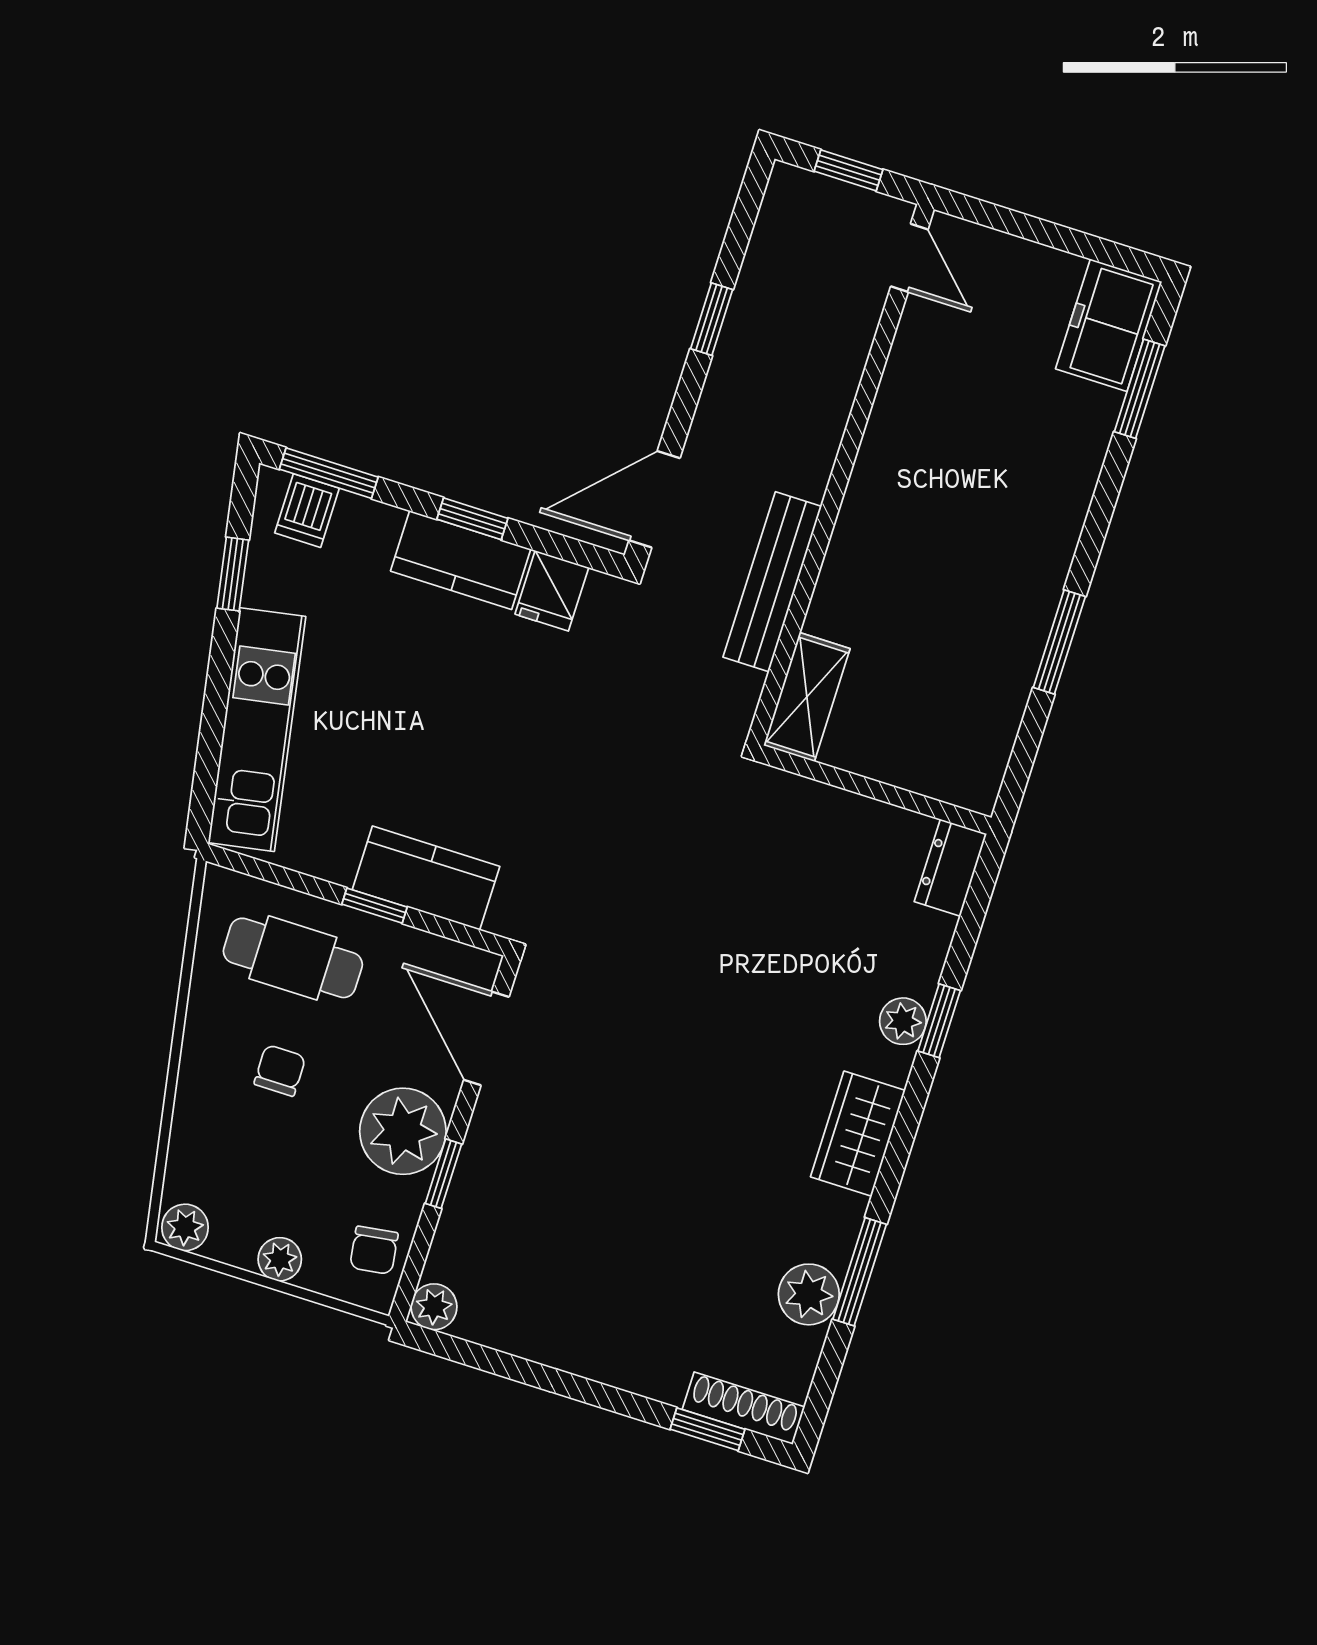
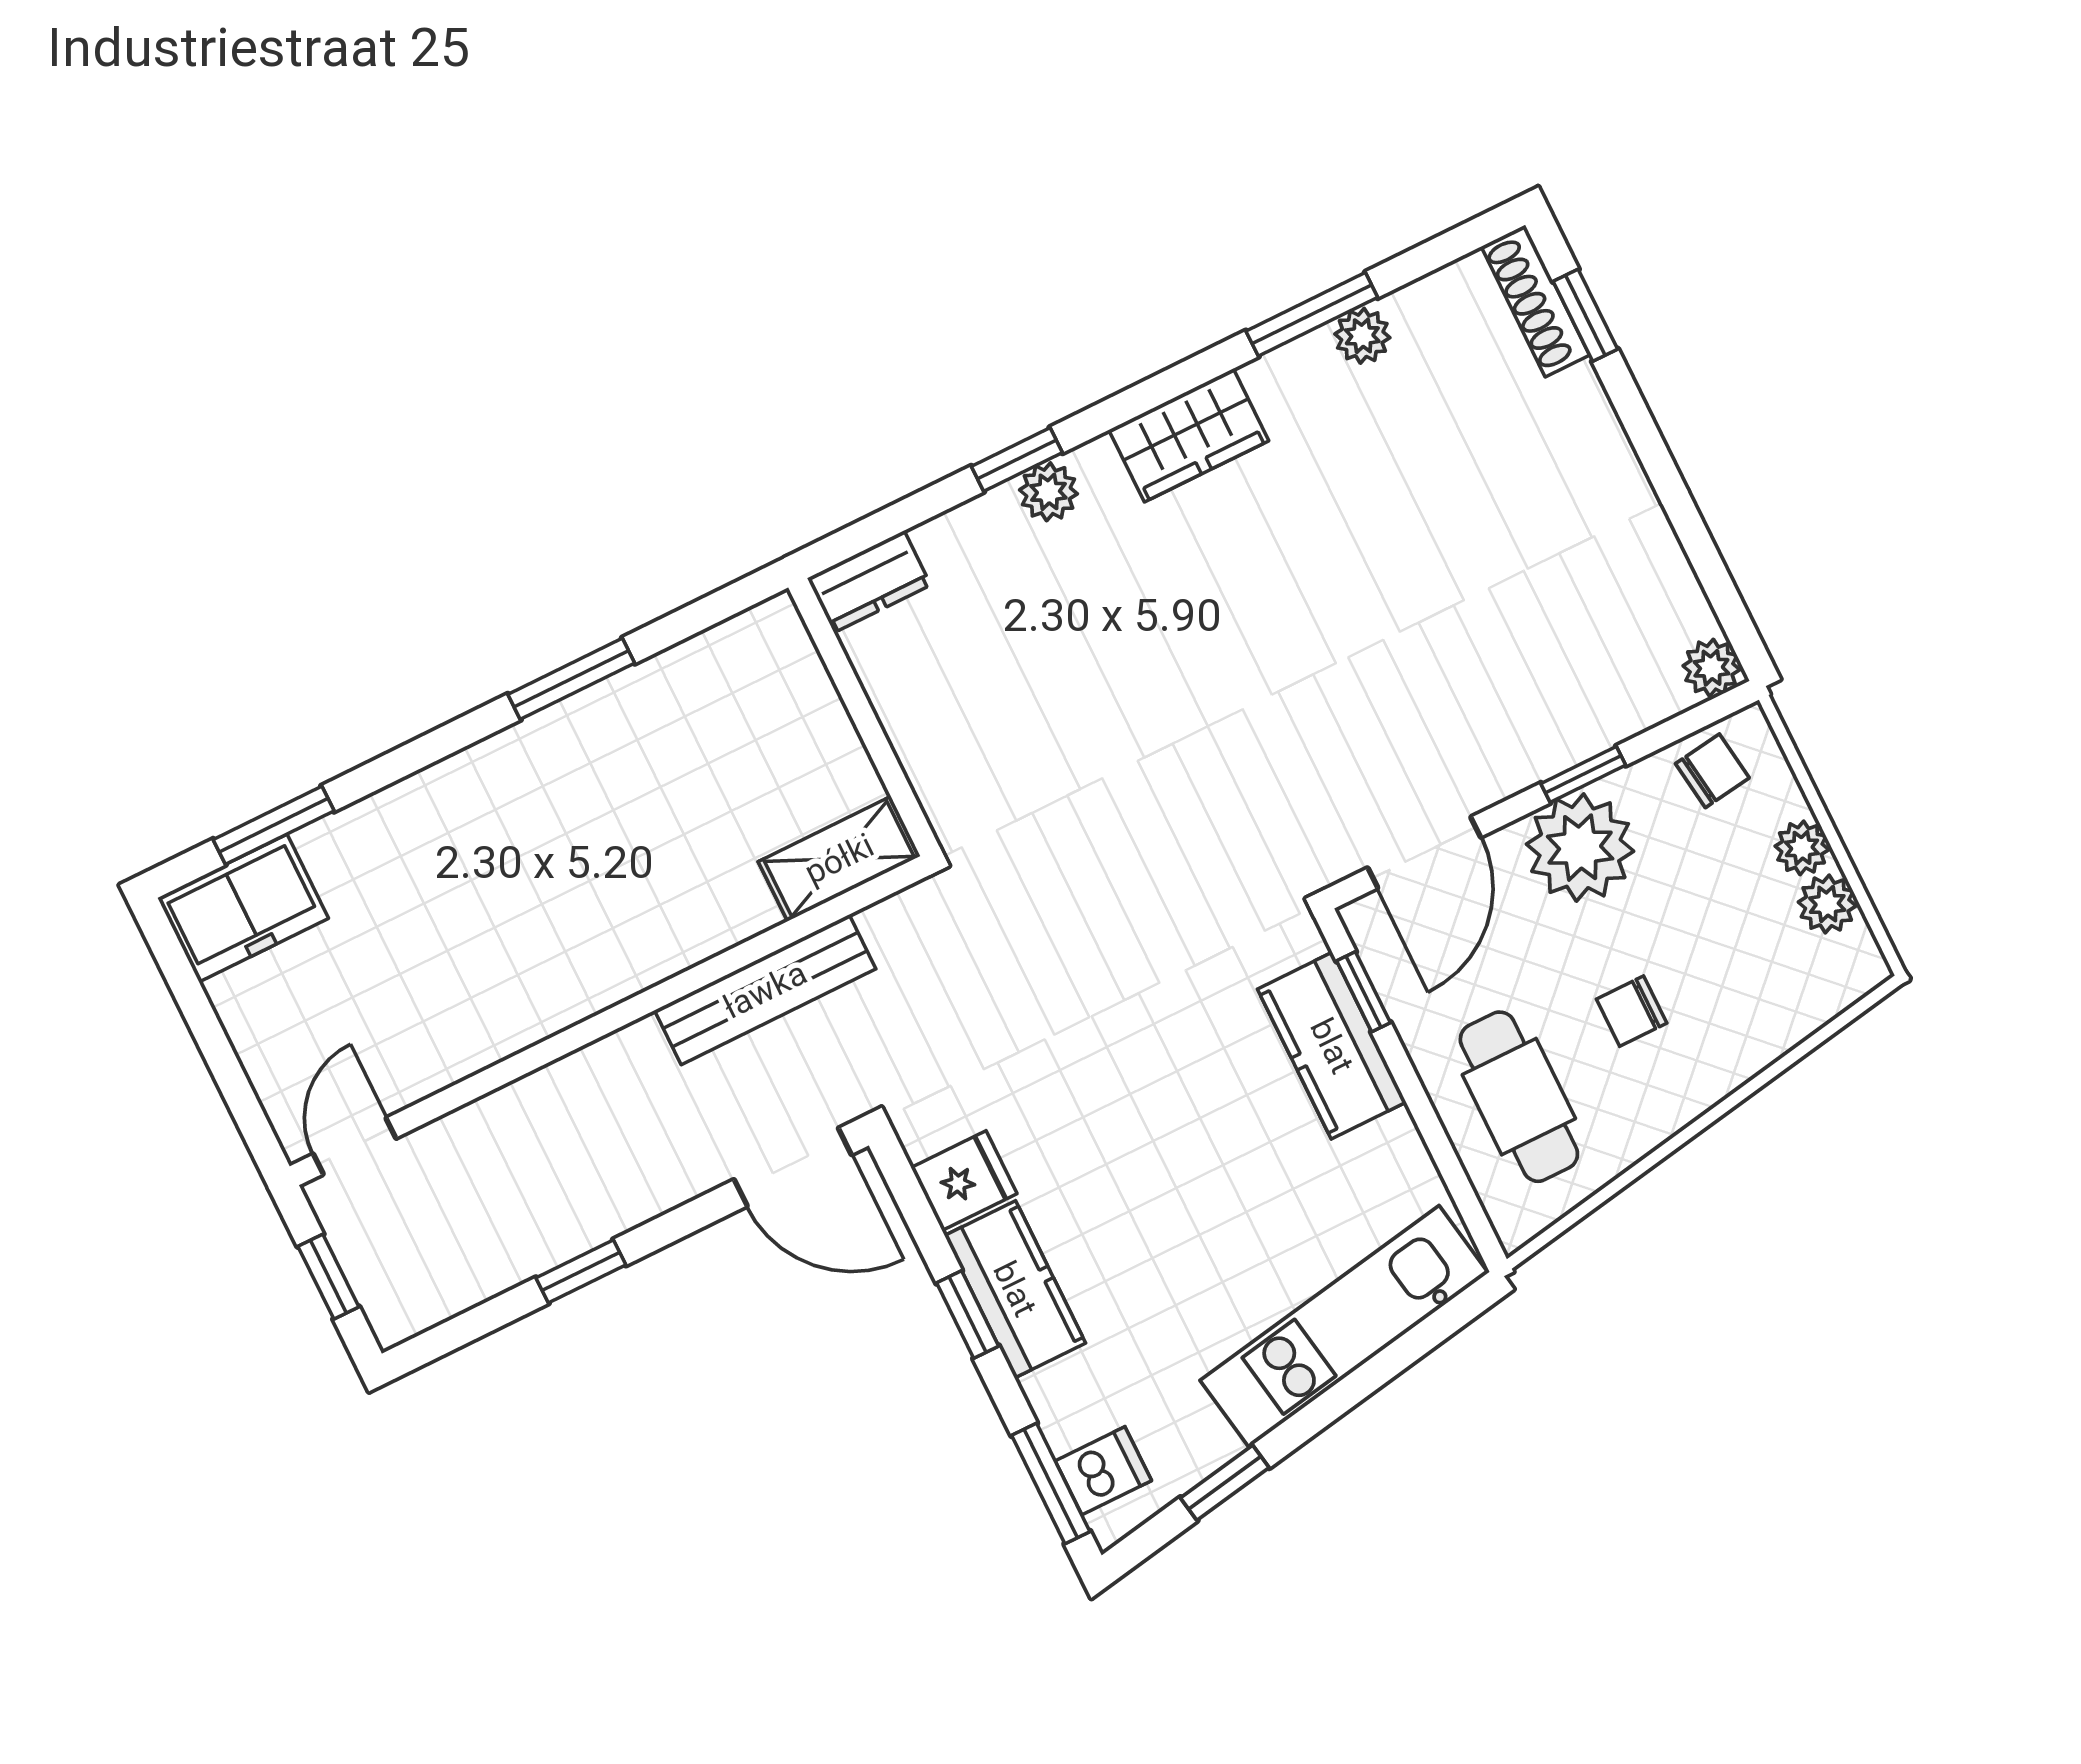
window: (374, 906) -> (1364, 992), moved
plant: (185, 1227) -> (1827, 904), moved
plant: (809, 1294) -> (1362, 336), width x0.73, depth x0.73

